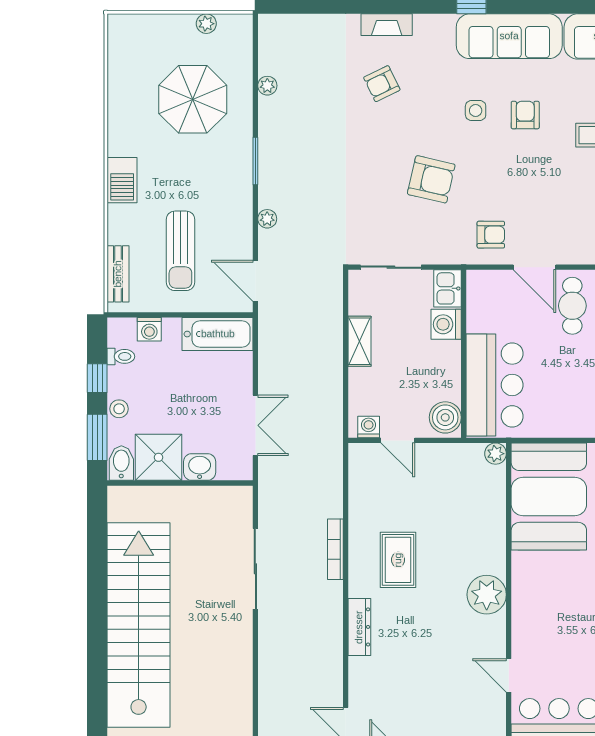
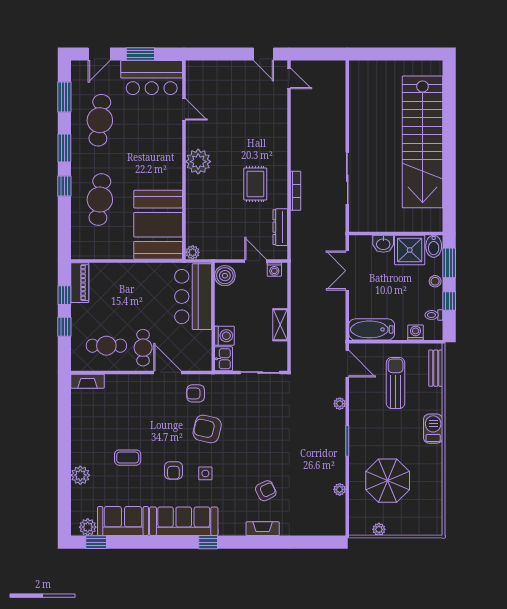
armchair: (431, 179) -> (207, 429), moved
dresser: (359, 627) -> (280, 227), moved

